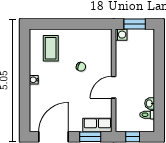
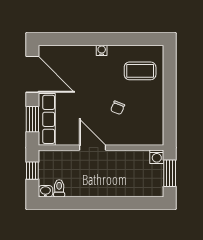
washbasin: (150, 103) -> (45, 191), moved
row of seats: (97, 125) -> (47, 119), width x1.48

